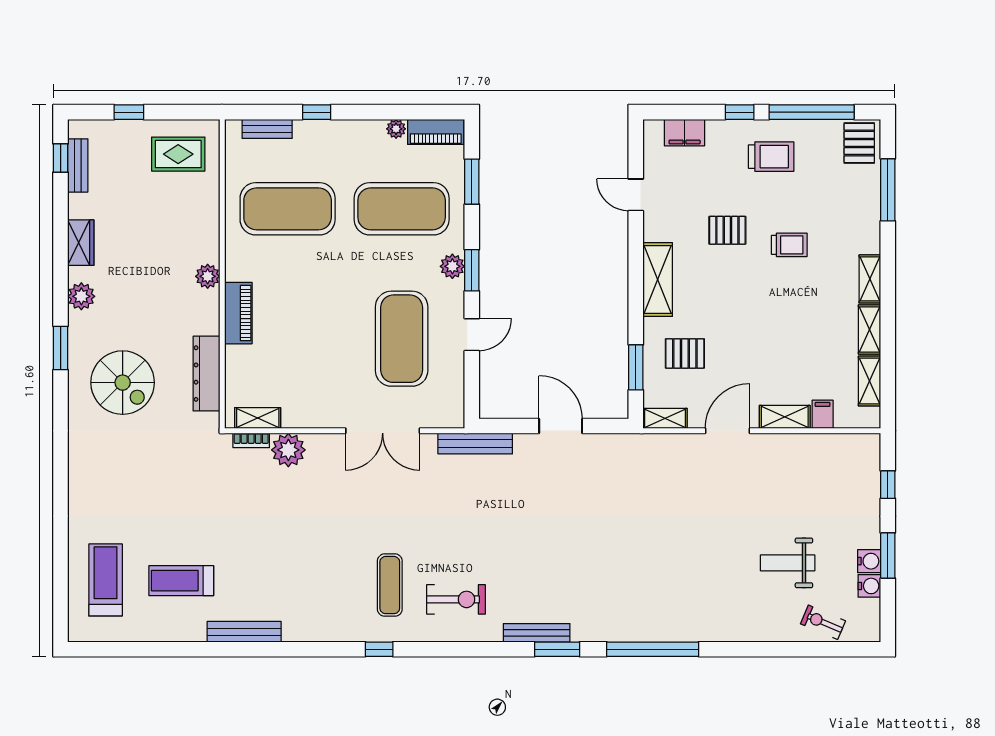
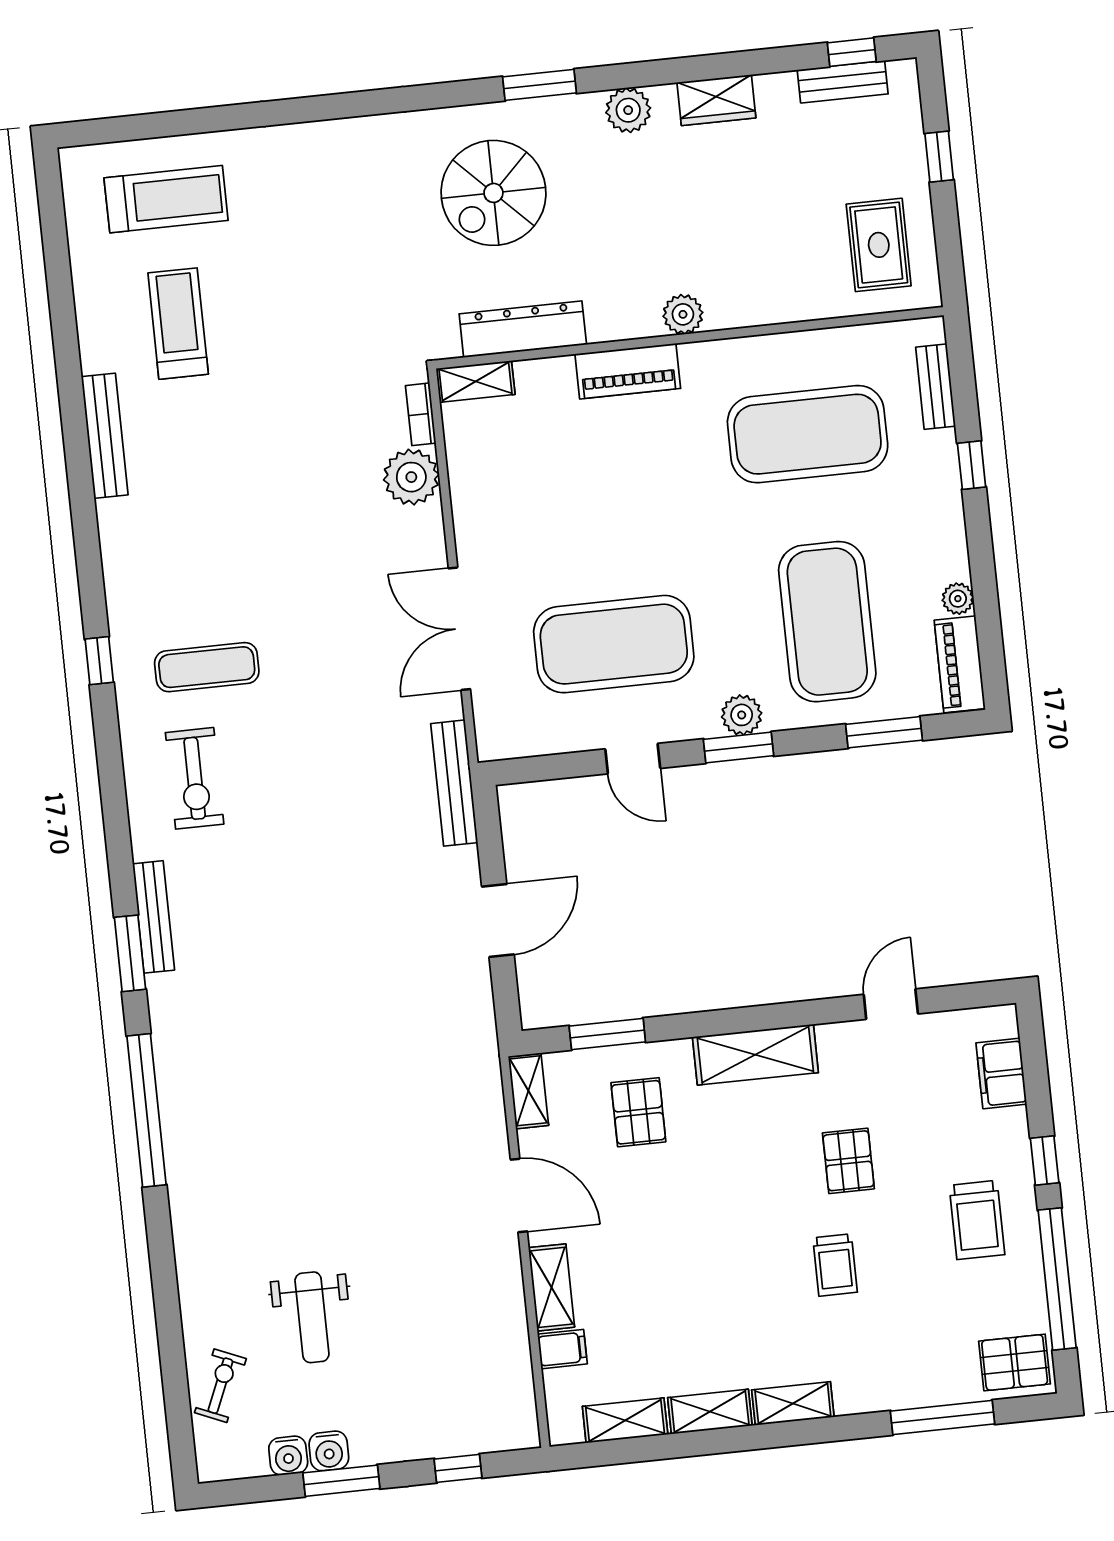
exercise mat: (288, 209) -> (808, 434), turned 90
shelving: (258, 418) -> (475, 381), moved, turned 90
weight bench: (788, 563) -> (312, 1317), turned 180

